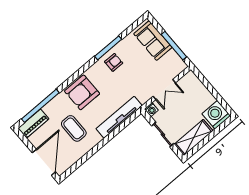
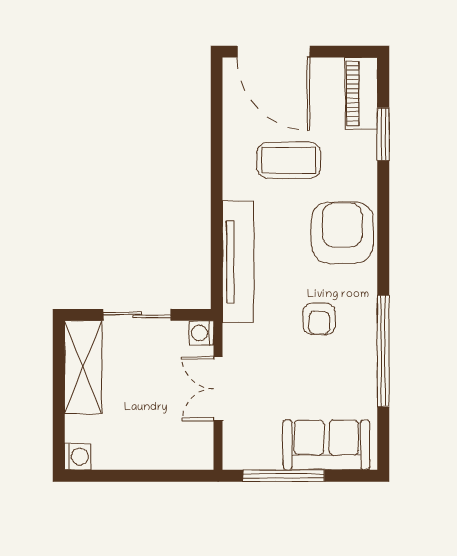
window: (108, 48) -> (383, 351), width x1.46
armchair: (114, 62) -> (319, 319), moved
window: (40, 106) -> (383, 134), width x0.47
washing machine: (216, 115) -> (78, 457), width x0.53, depth x0.53

